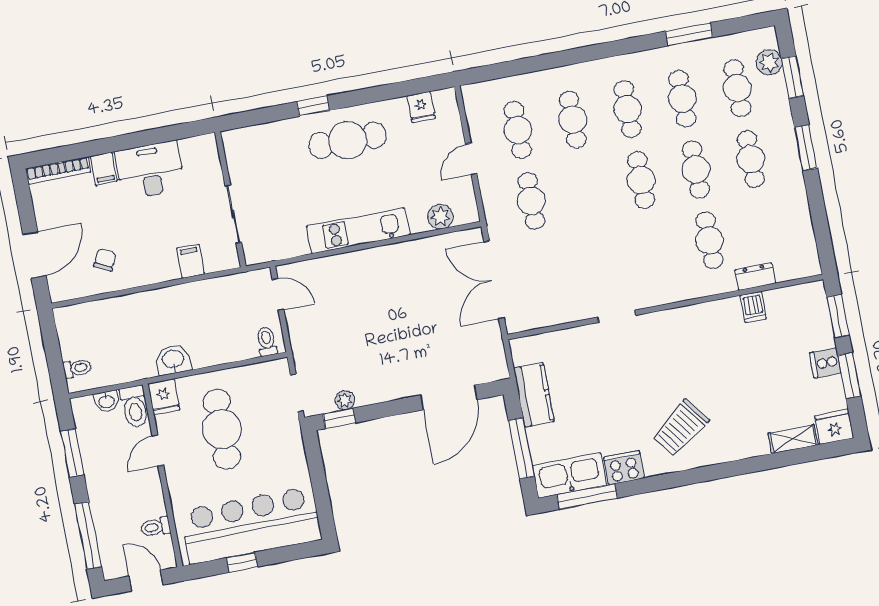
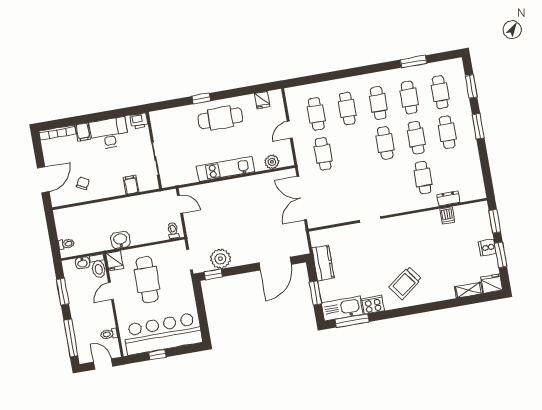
plant: (769, 62) -> (458, 78), removed
printer: (203, 148) -> (139, 121), added
plant: (345, 400) -> (220, 259), width x1.87, depth x1.87
window: (521, 448) -> (315, 293), width x0.69

